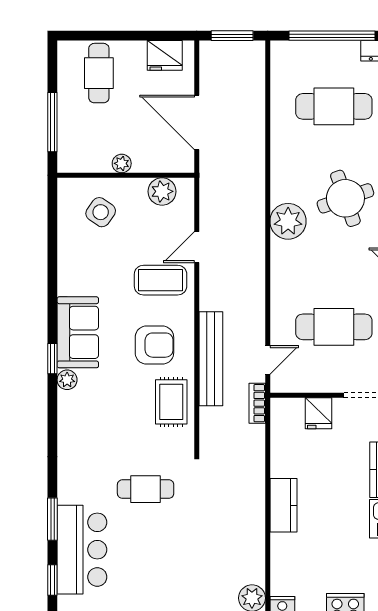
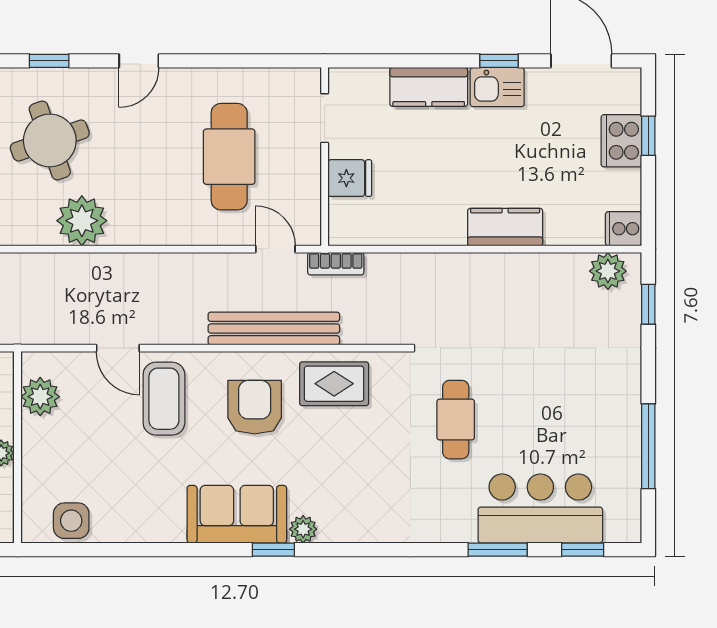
side table: (101, 212) -> (71, 521), moved, turned -35
kitchen counter: (283, 505) -> (505, 227), moved

